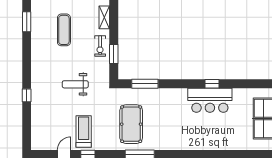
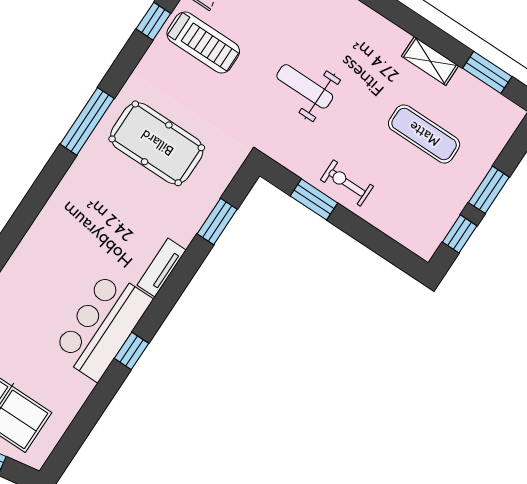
shelving: (104, 17) -> (430, 61), moved
weight bench: (75, 84) -> (305, 86), turned -90
window: (145, 84) -> (217, 221), width x0.69
tv unit: (175, 93) -> (162, 268), added

